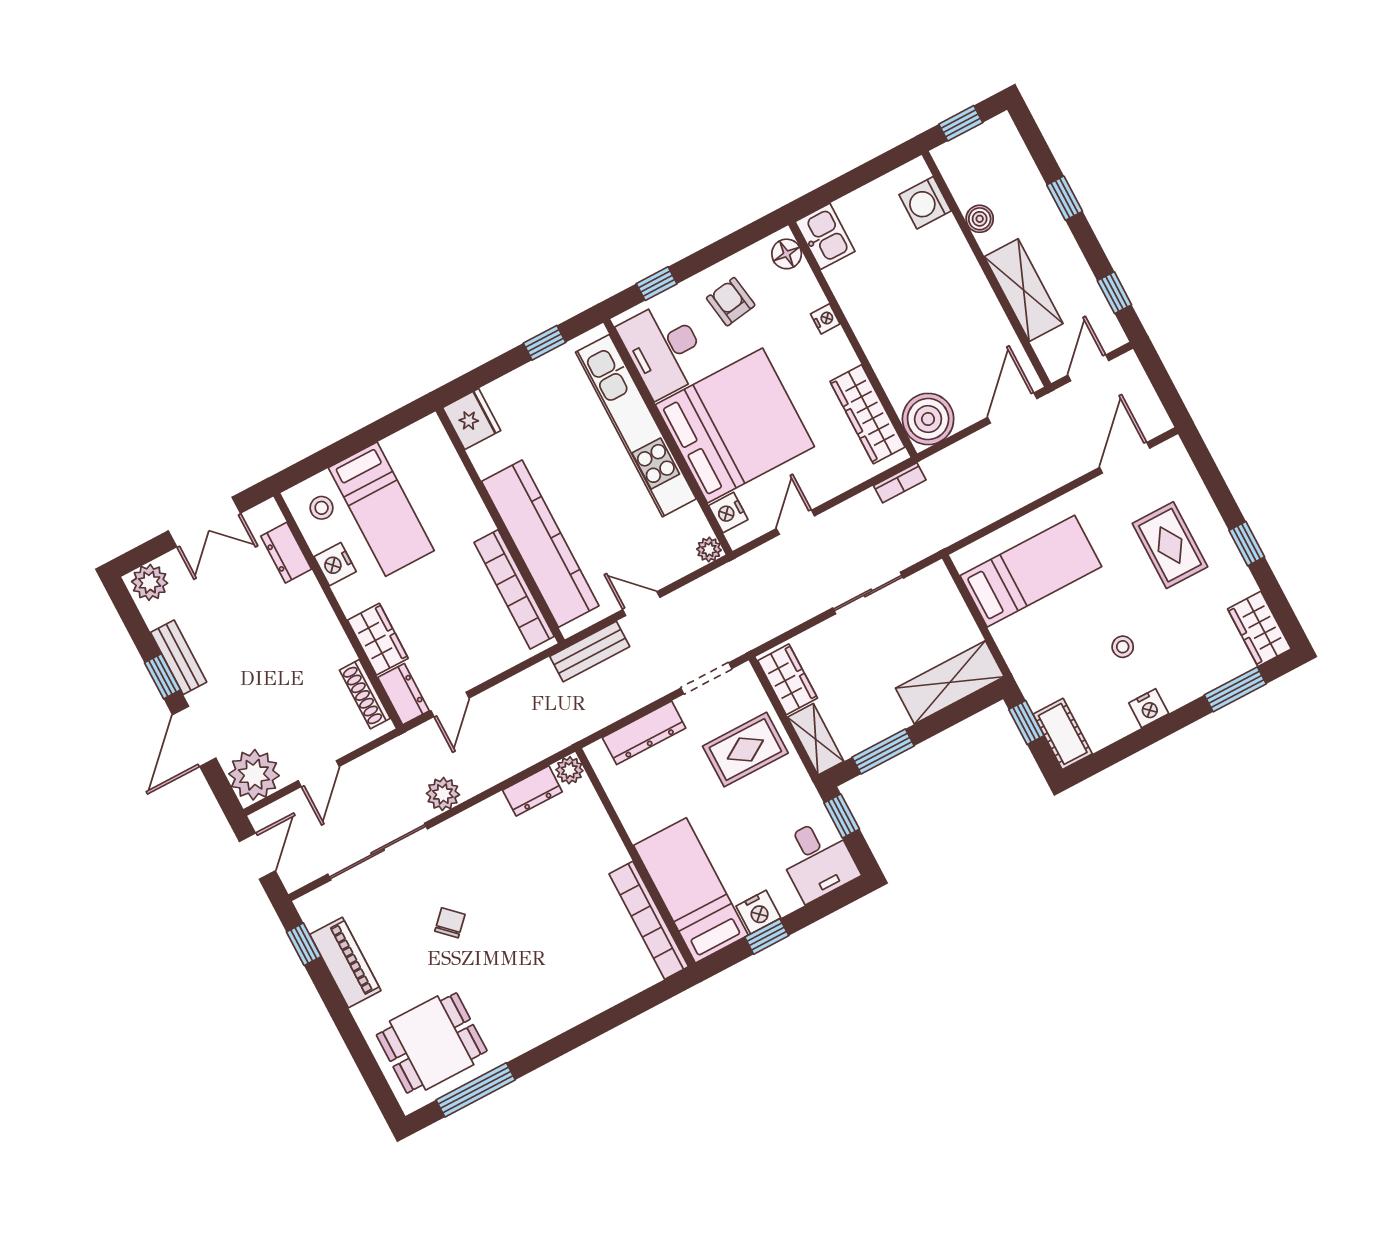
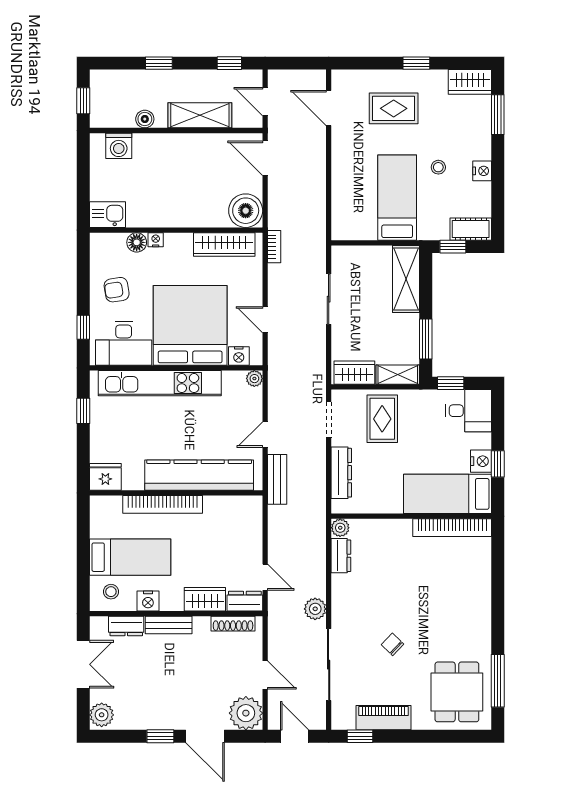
floor lamp: (787, 254) -> (137, 242), moved
bed: (1031, 571) -> (397, 198), moved
bookcase: (514, 589) -> (163, 504), moved
bench: (179, 657) -> (169, 625), moved

